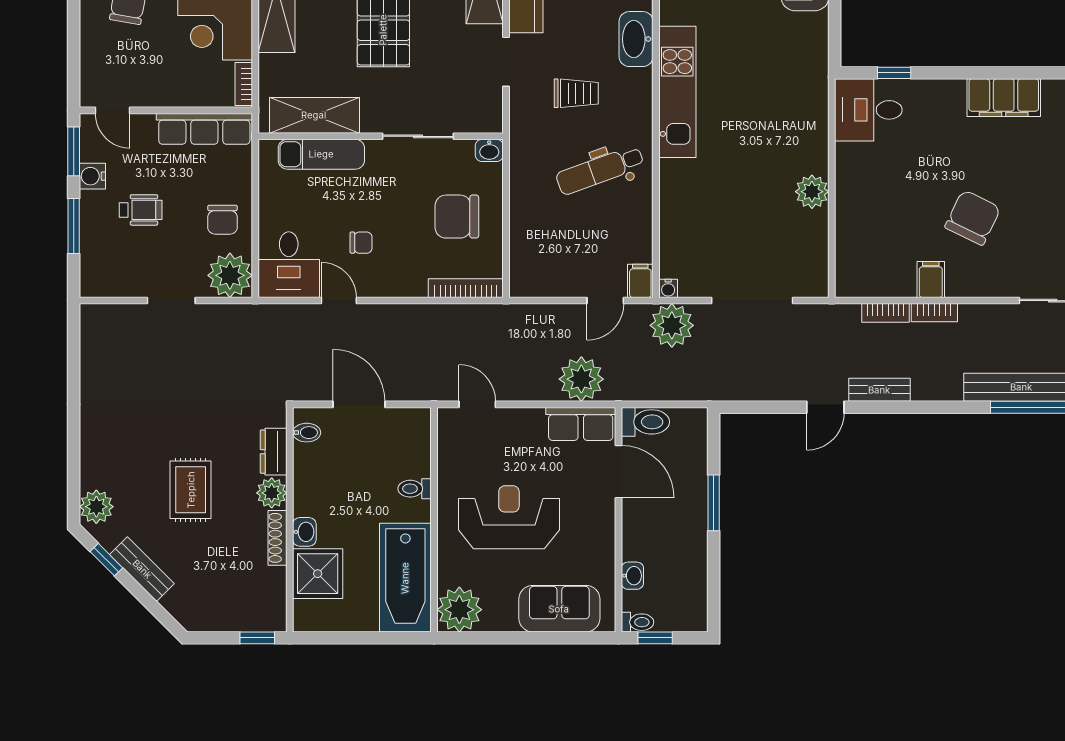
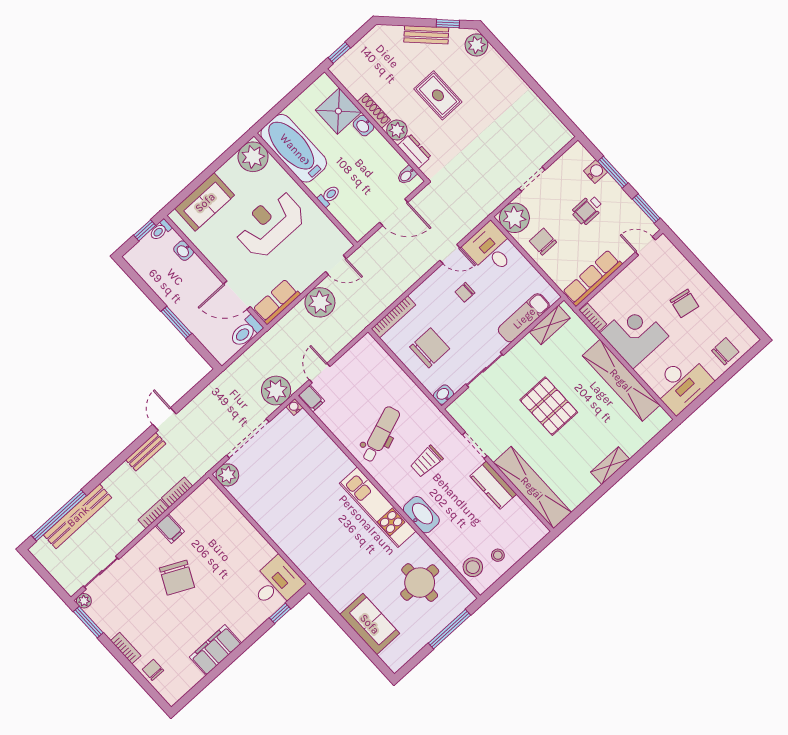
shelving: (314, 115) -> (550, 325), width x0.67, depth x0.75
water cooler: (92, 176) -> (595, 172), moved
plant: (812, 192) -> (227, 475), moved
plant: (581, 379) -> (320, 302), moved
reception desk: (509, 517) -> (270, 224), turned 180

